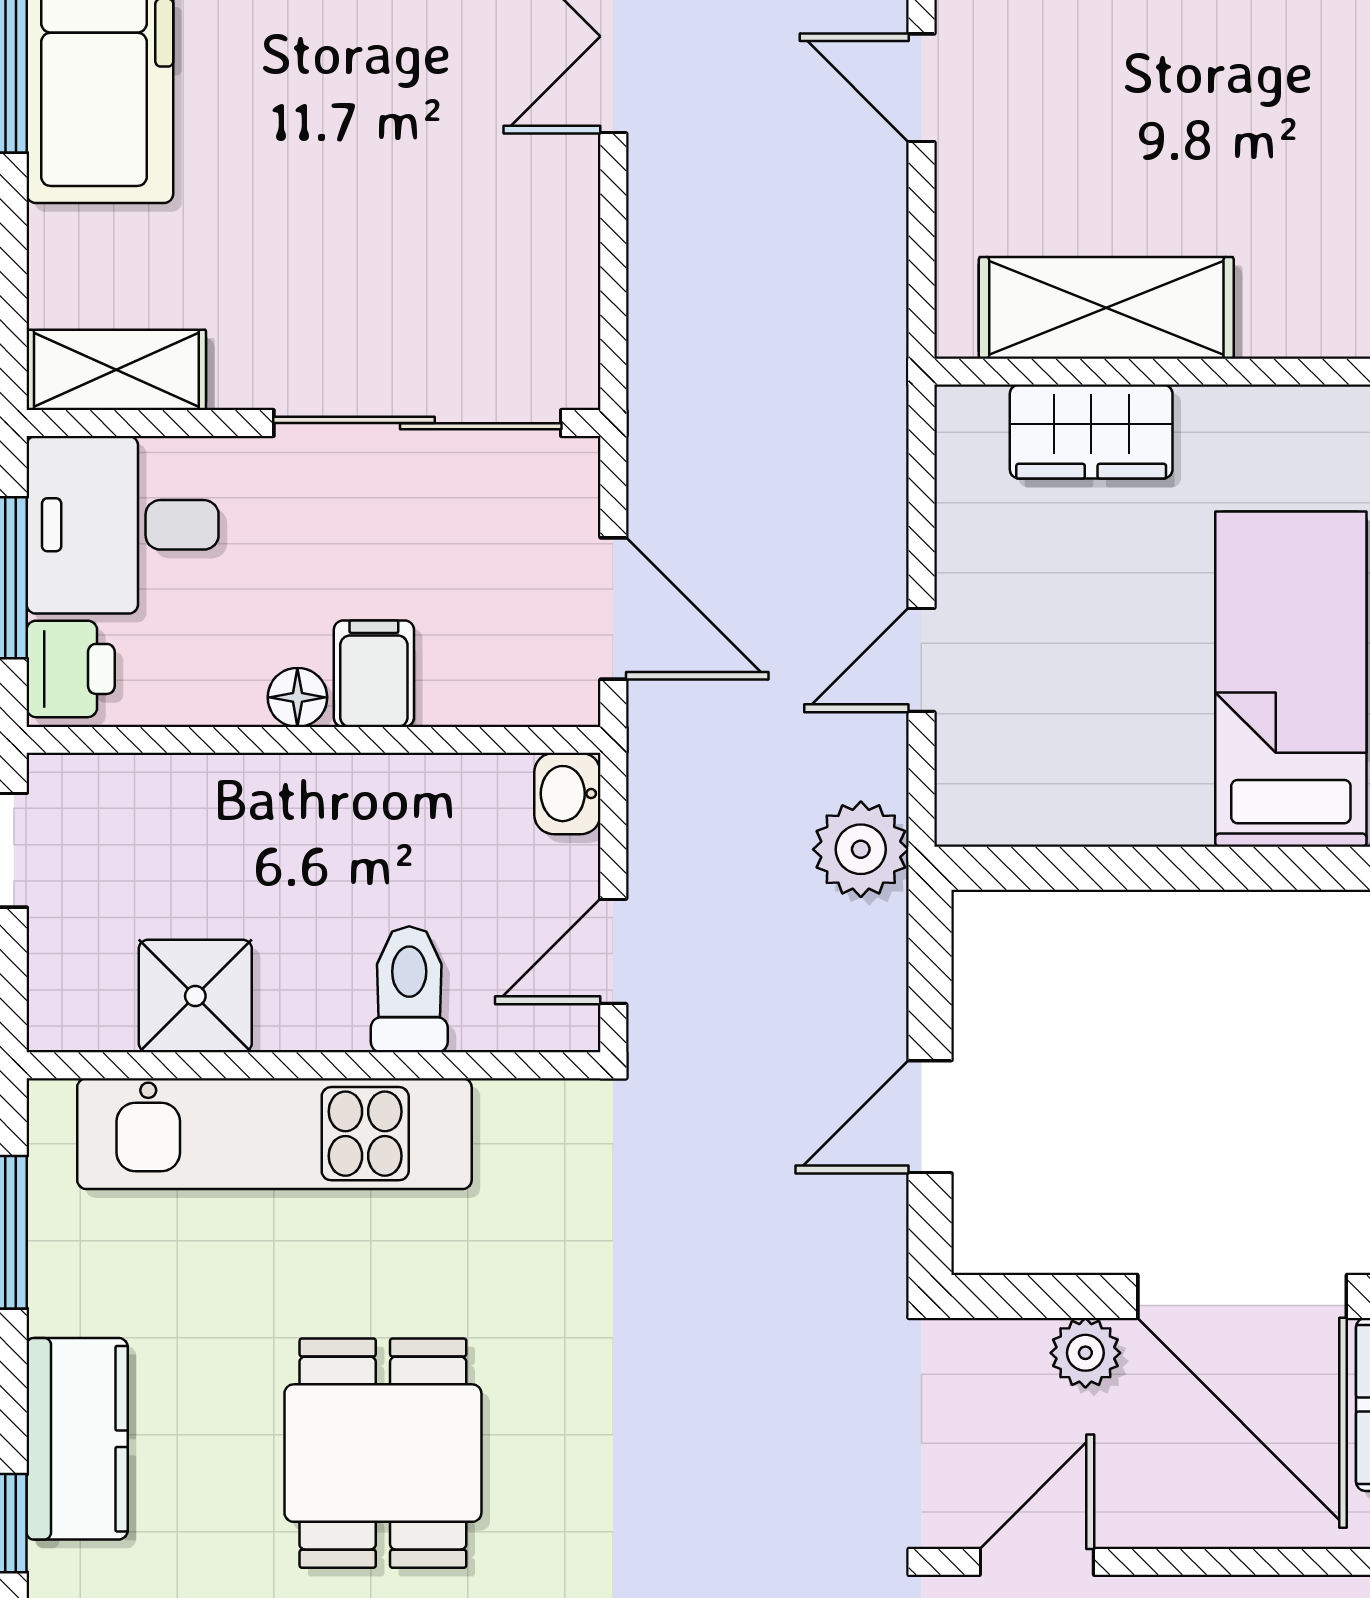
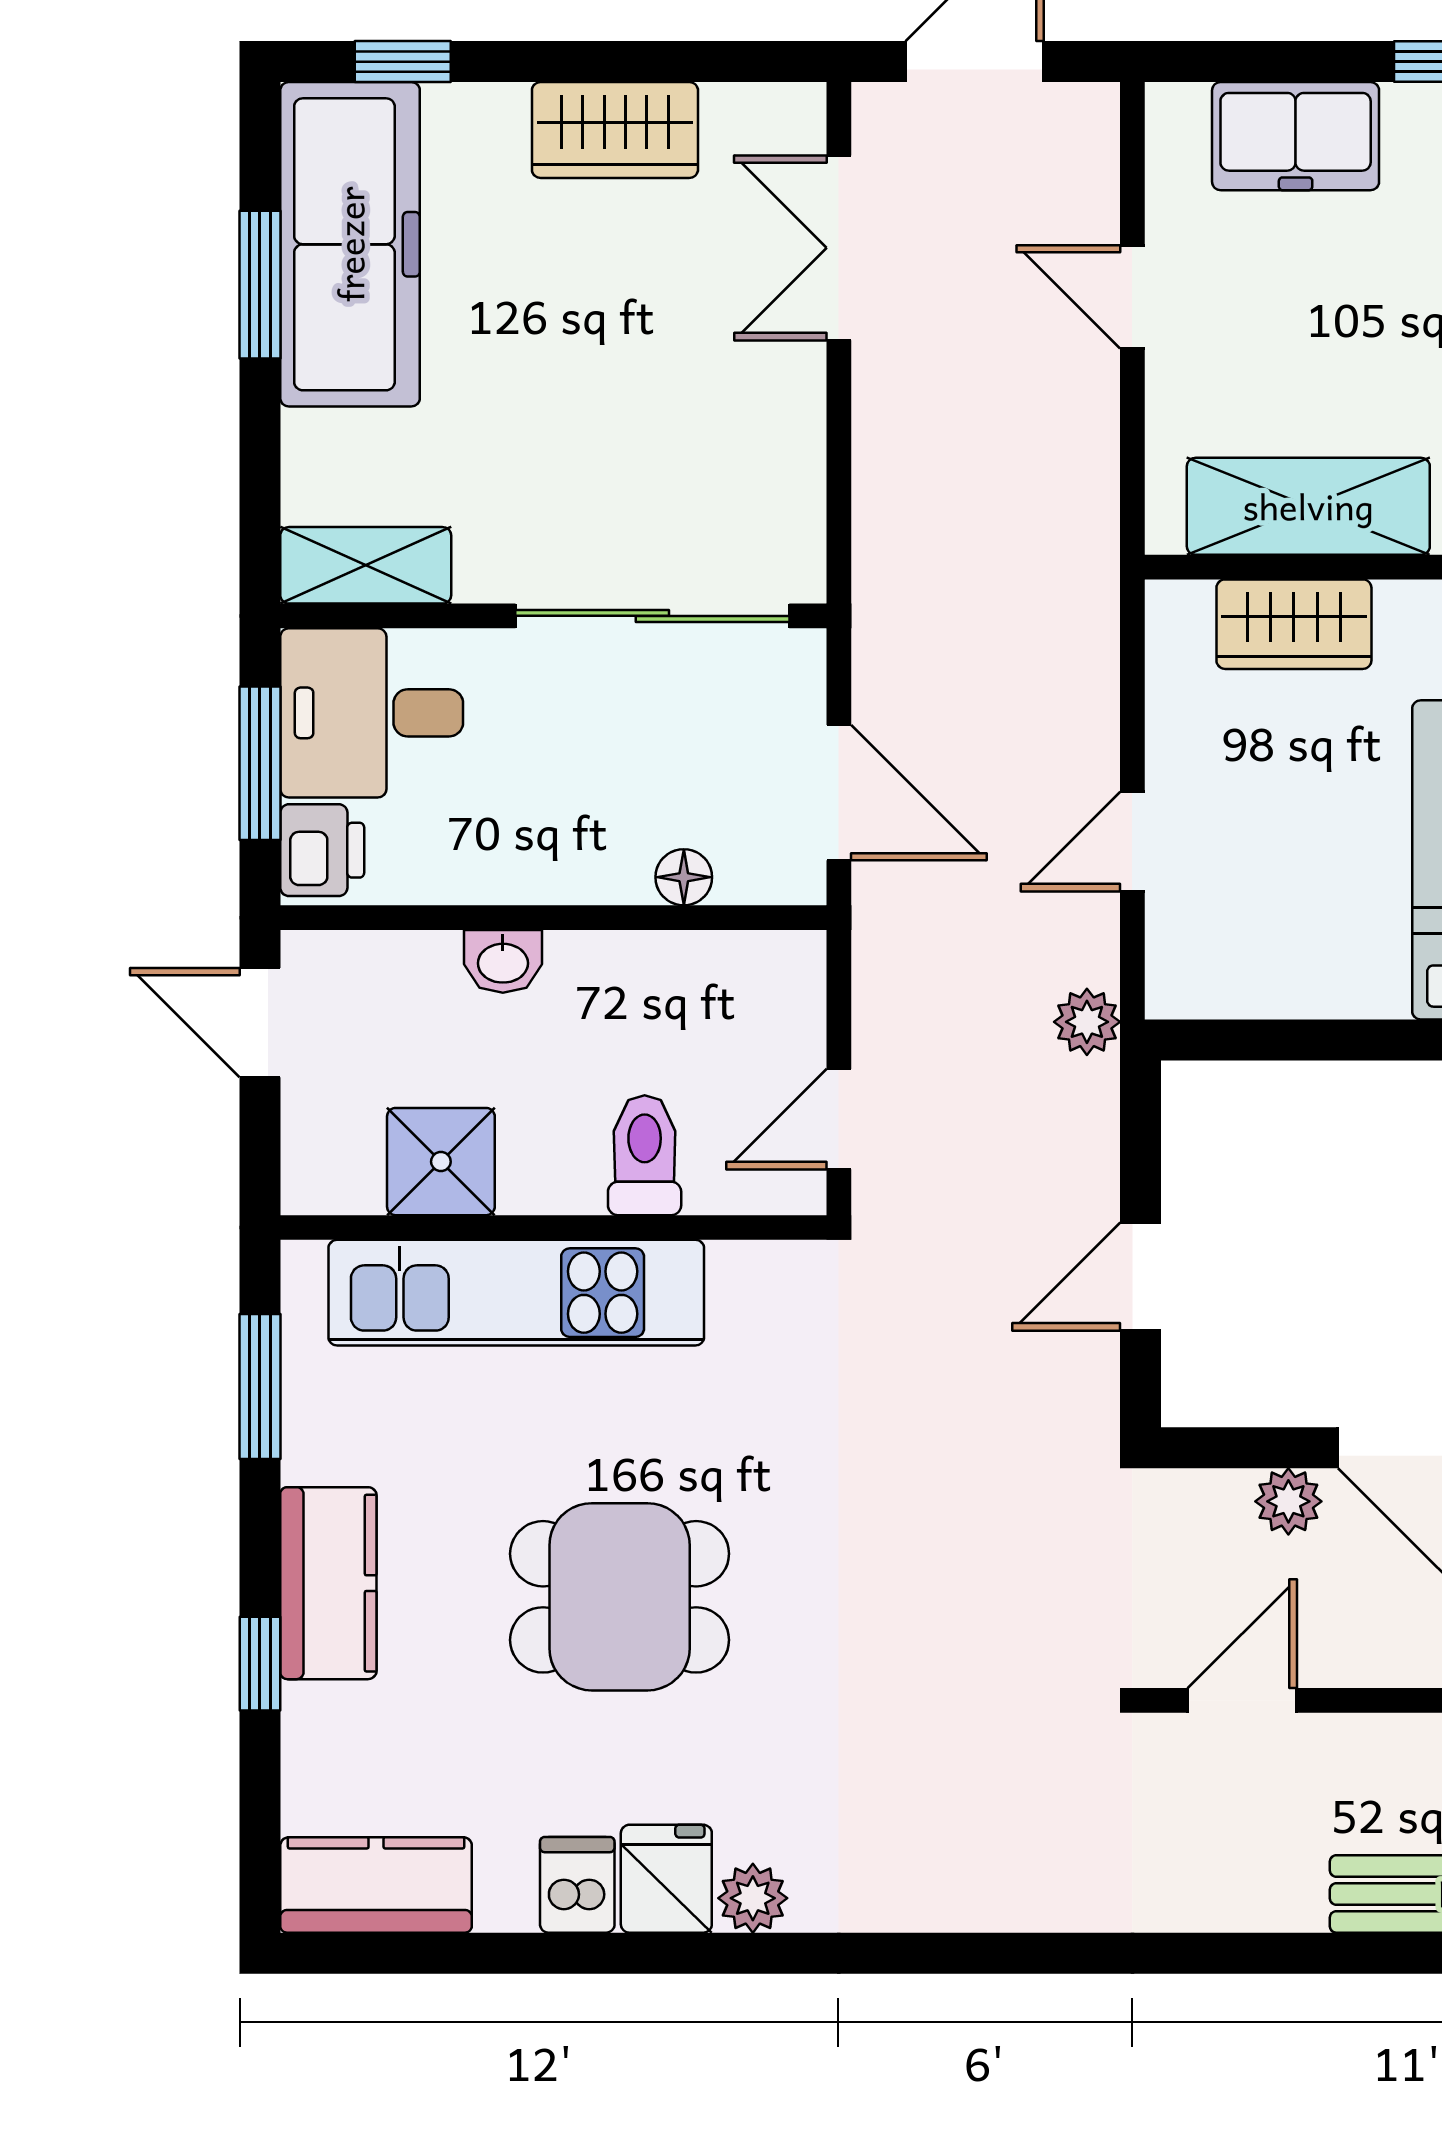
filing cabinet: (374, 674) -> (611, 855), removed
floor lamp: (297, 697) -> (684, 877), moved
washbasin: (567, 794) -> (503, 961), moved, turned -90
plant: (861, 849) -> (1087, 1022), width x0.73, depth x0.73
dining table: (383, 1453) -> (620, 1597), turned 90

